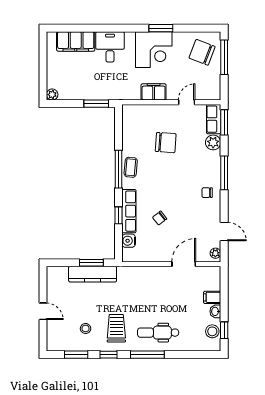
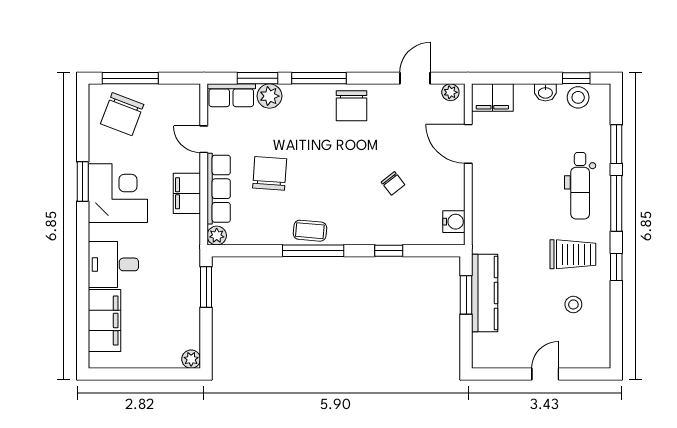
plant: (128, 110) -> (217, 236), added
window: (224, 122) -> (258, 78), moved
chair: (207, 193) -> (351, 106), width x1.87, depth x1.87
row of seats: (129, 211) -> (219, 189), moved, turned 90
water cooler: (129, 241) -> (454, 222), moved, turned -90
filing cabinet: (212, 297) -> (492, 98), moved, width x2.00
trolley: (116, 328) -> (573, 254), turned 180
window: (76, 355) -> (616, 144), moved

